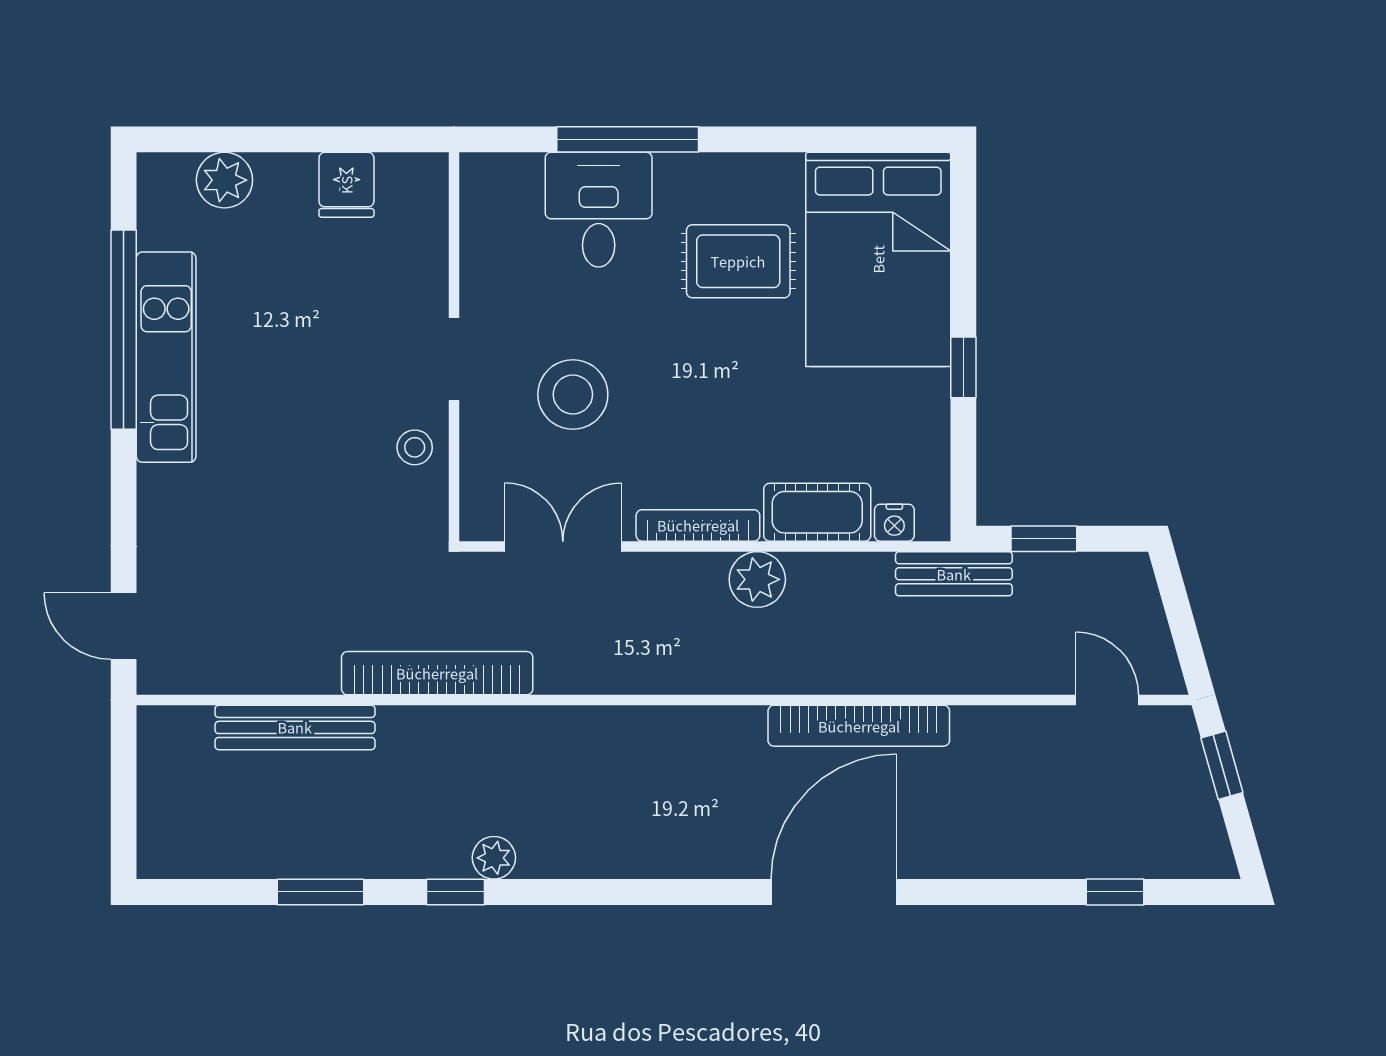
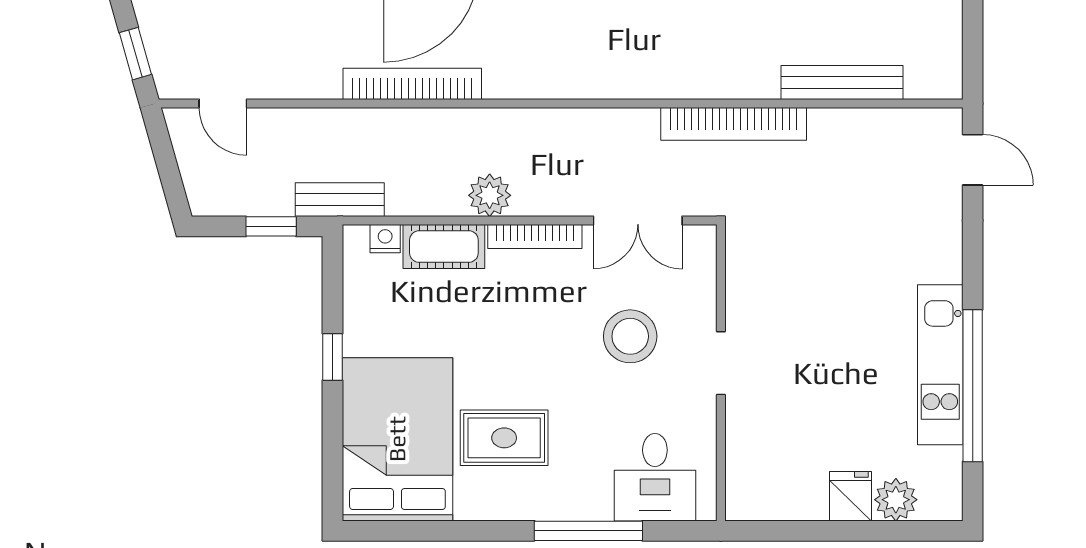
fridge: (346, 185) -> (850, 496), moved
desk: (599, 210) -> (655, 477), moved
stool: (415, 447) -> (751, 296), removed

